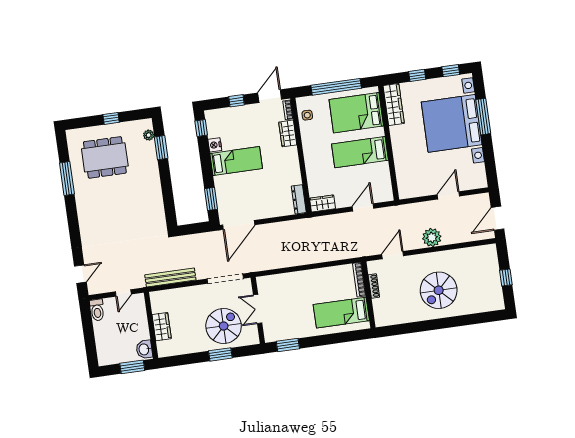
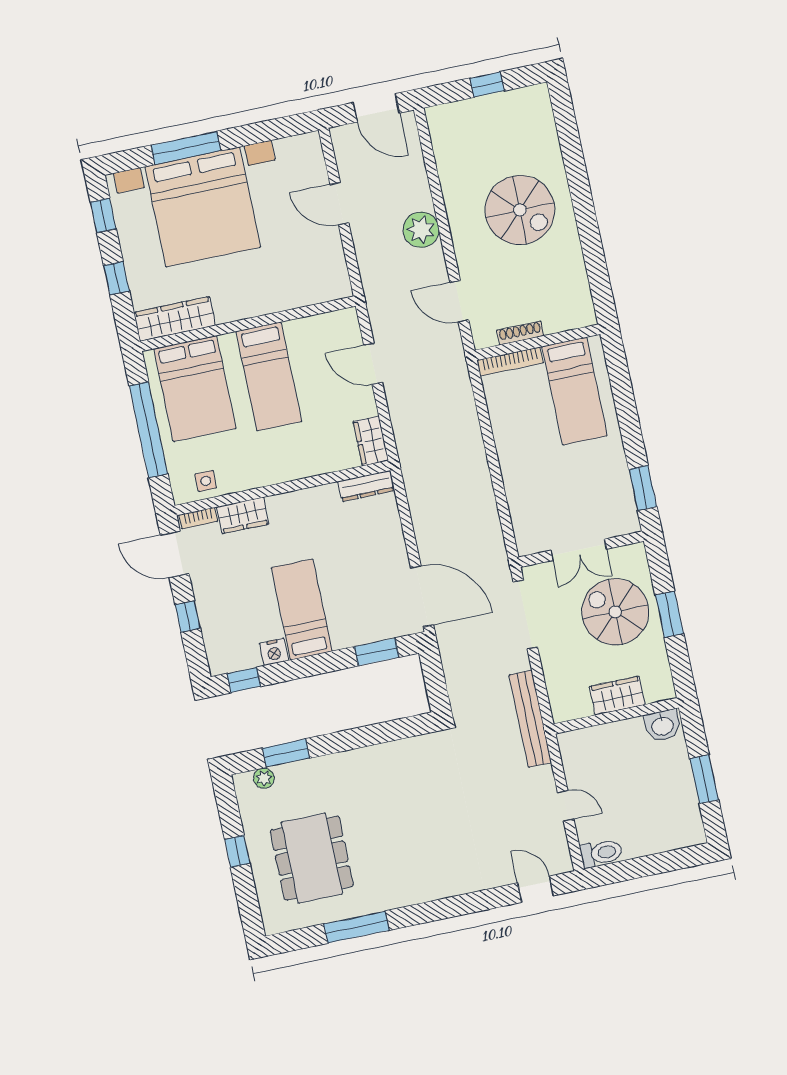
wall: (151, 325) -> (616, 716), moved
wardrobe: (162, 327) -> (617, 696), moved
washbasin: (144, 349) -> (662, 725), moved

